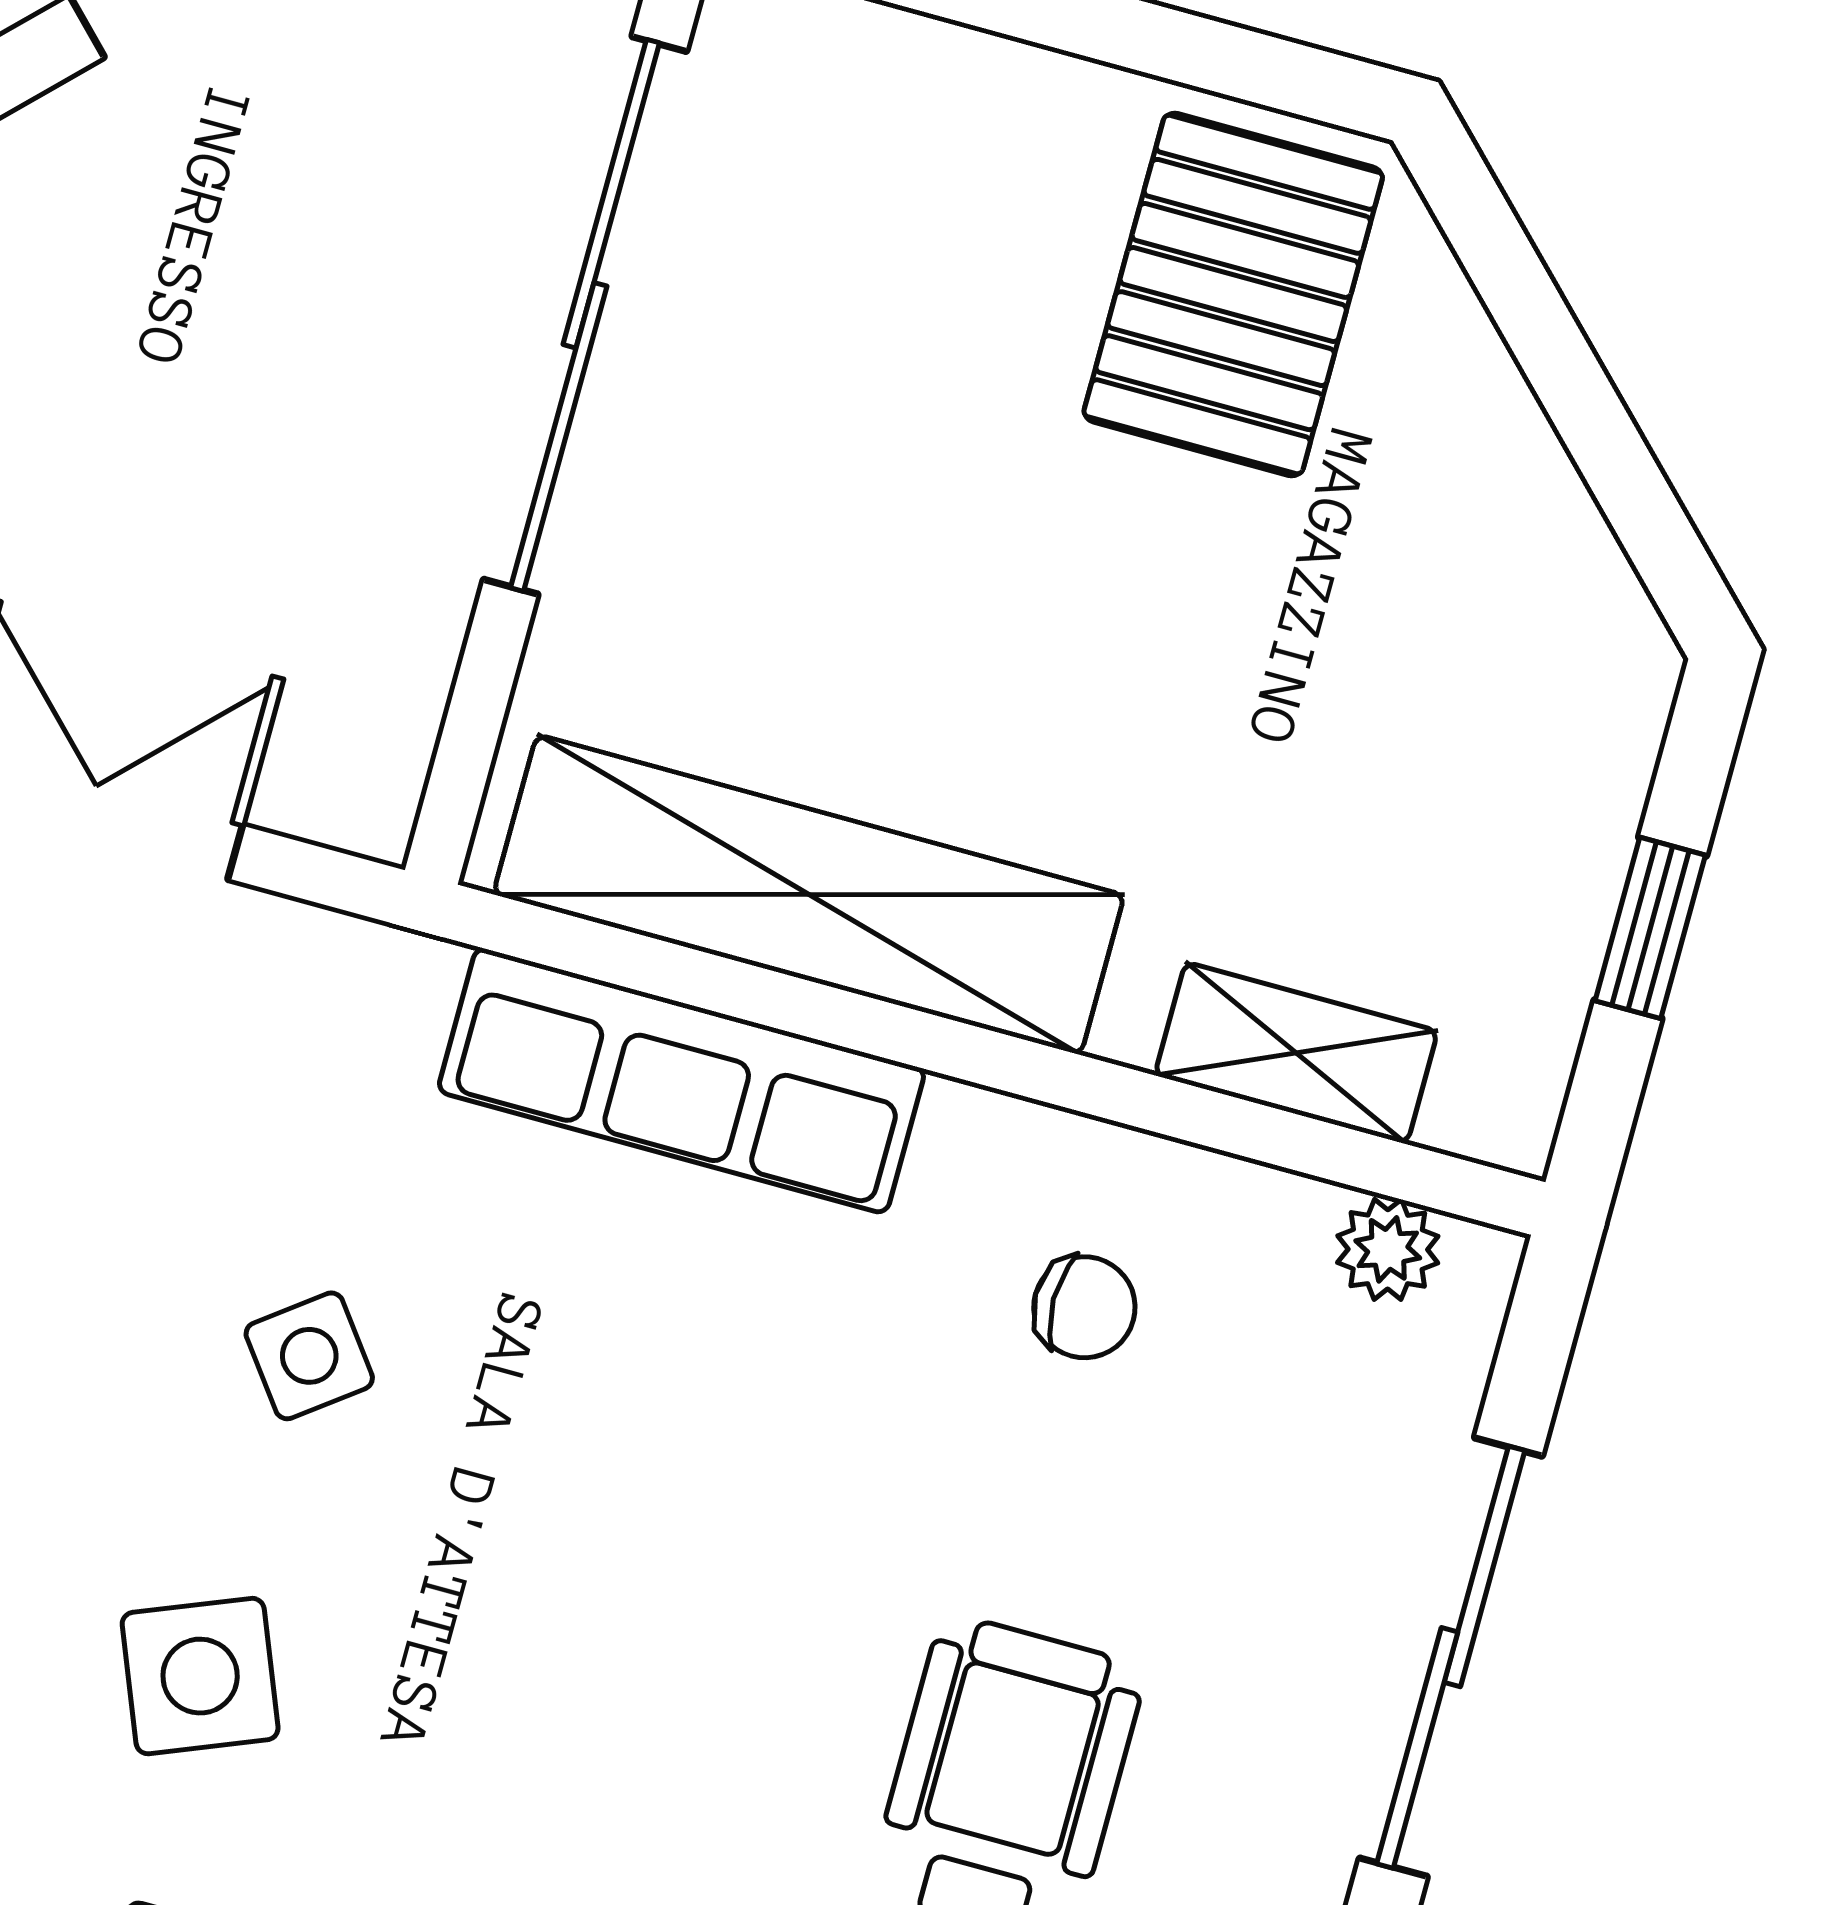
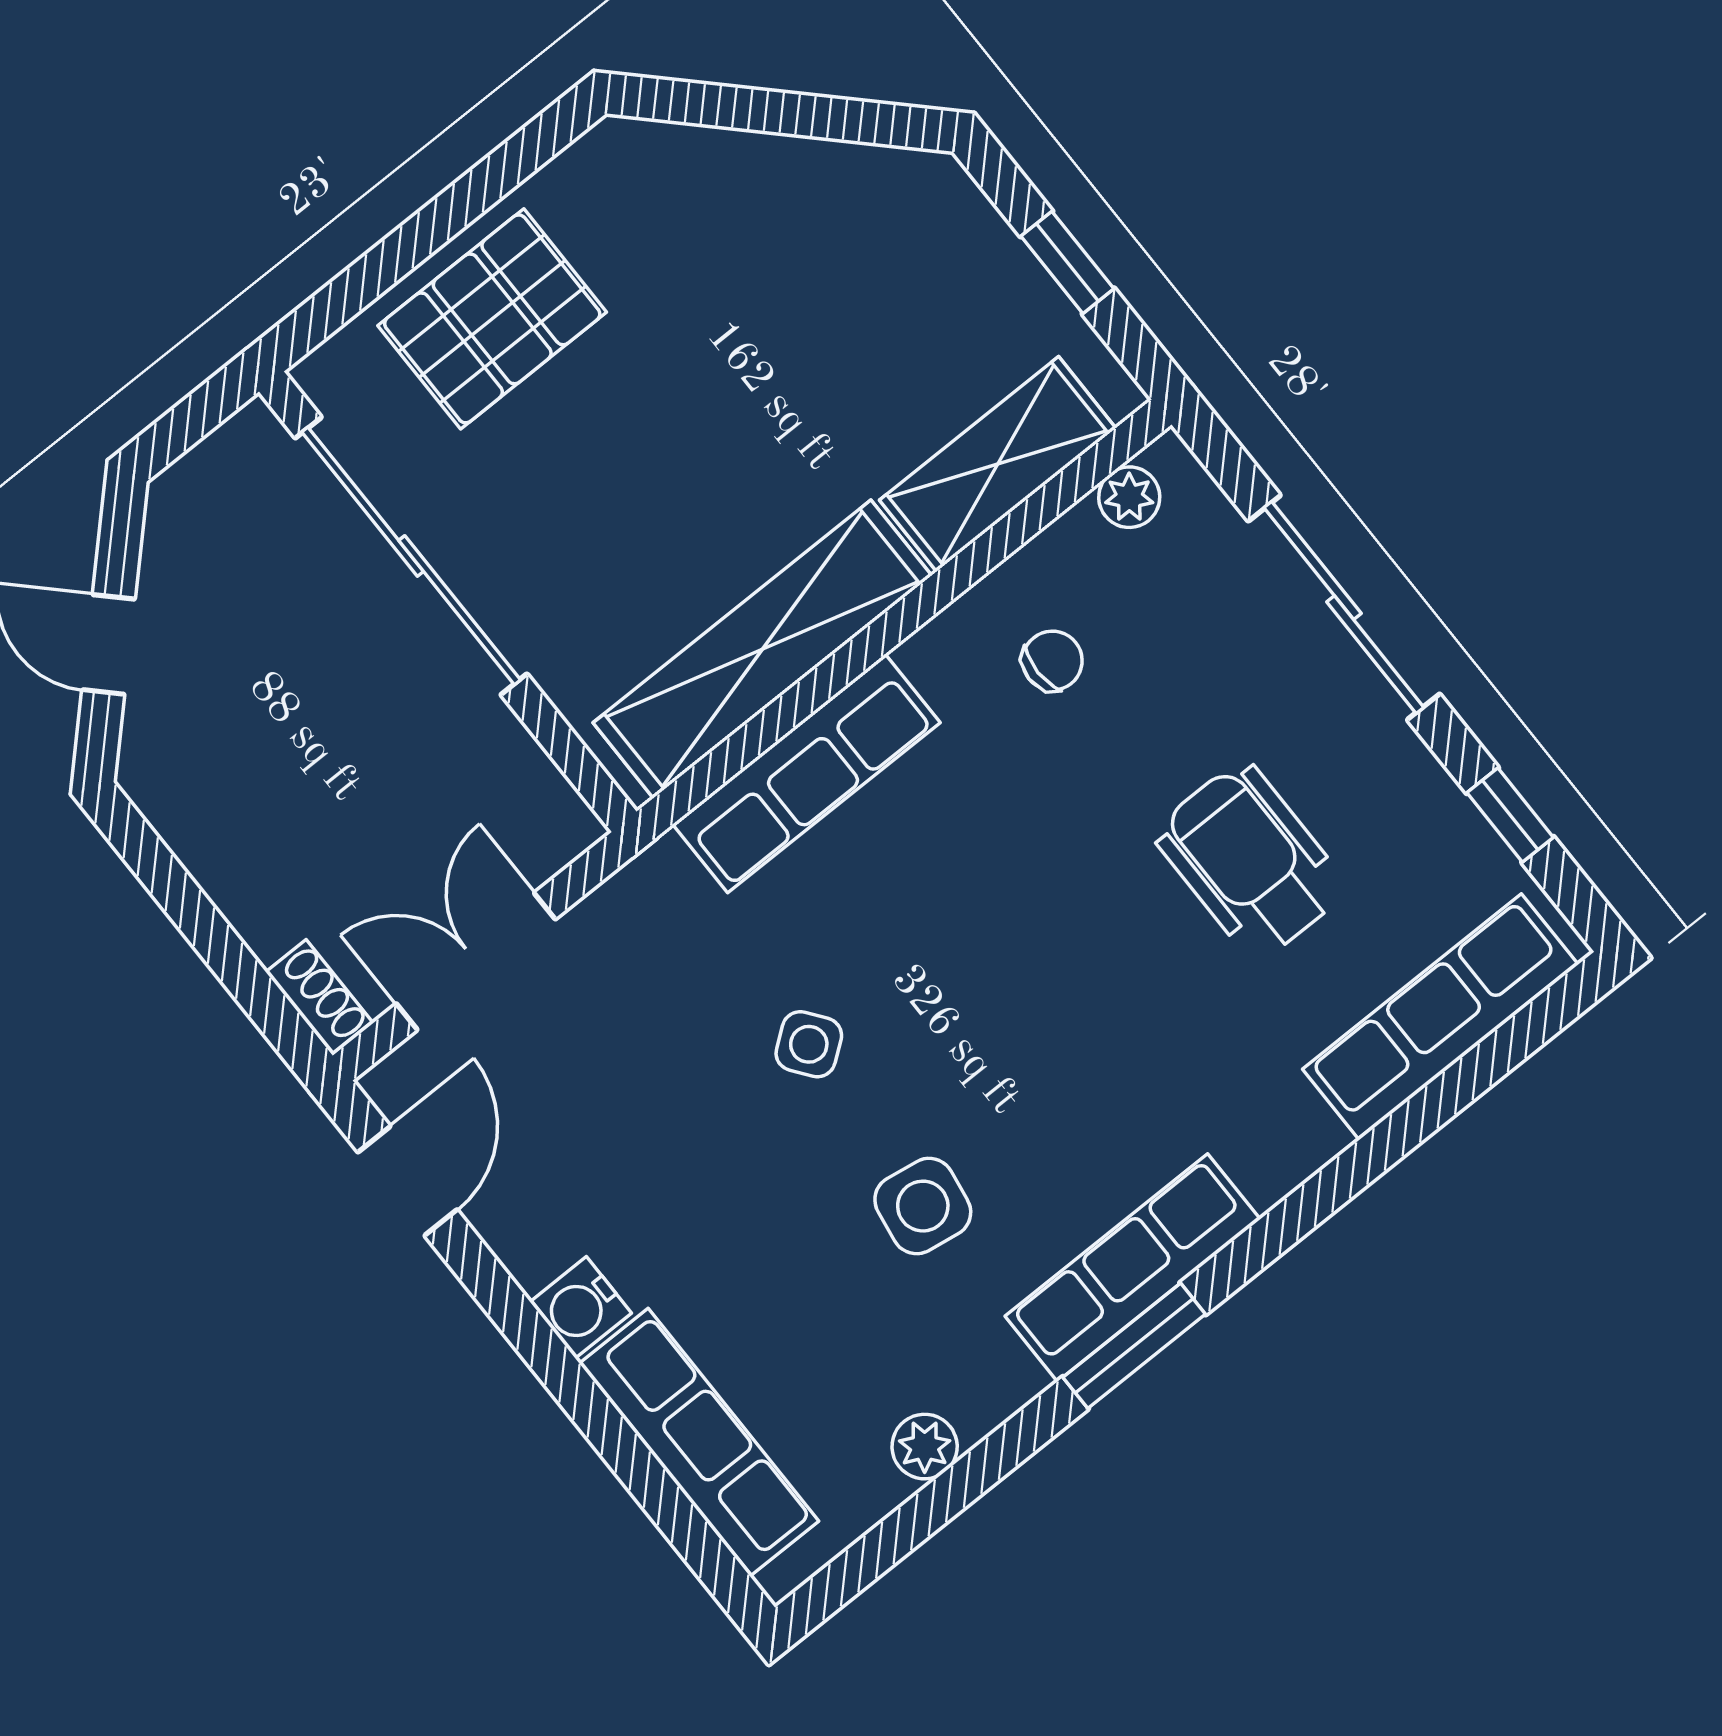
pallet: (1233, 295) -> (492, 319), moved, turned 90
shelving: (1296, 1053) -> (998, 464), width x1.50, depth x1.33
side table: (200, 1676) -> (923, 1206), turned 31

